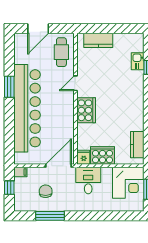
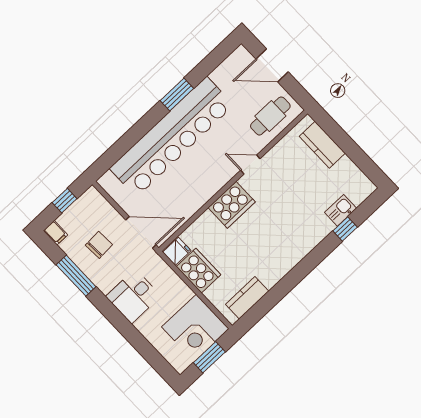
filing cabinet: (20, 172) -> (56, 233), moved
desk: (88, 180) -> (133, 296), moved, turned 180

